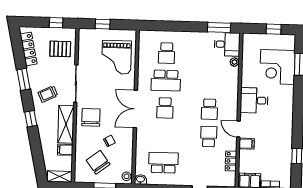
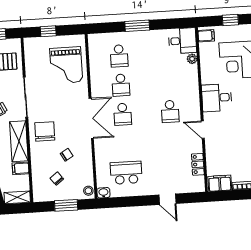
window: (219, 28) -> (137, 26), moved
school desk: (166, 80) -> (121, 85), width x0.54
double door: (135, 109) -> (91, 118), swing flipped
school desk: (209, 137) -> (172, 141), removed
filing cabinet: (247, 144) -> (206, 36), moved
chair: (98, 162) -> (57, 179), width x0.54, depth x0.54

